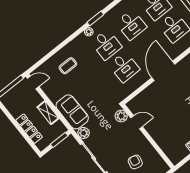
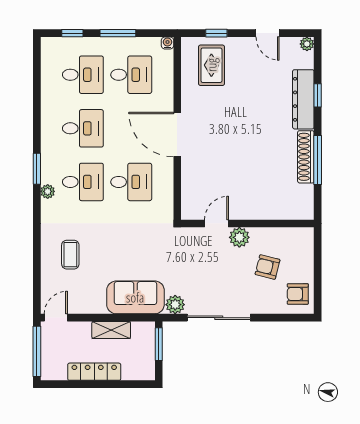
plant: (121, 116) -> (239, 237), moved
locker: (29, 129) -> (94, 372), moved

